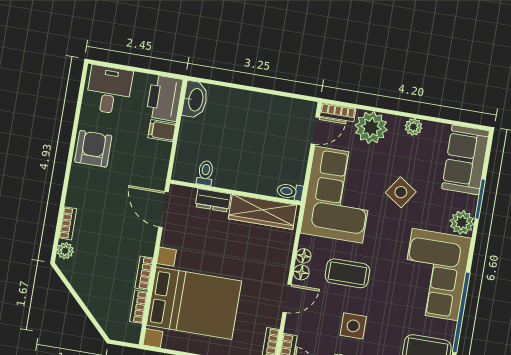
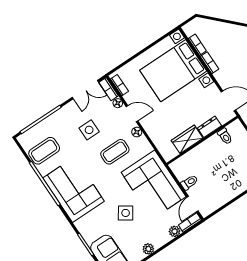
plant: (371, 128) -> (175, 231), width x0.53, depth x0.53
toilet: (290, 192) -> (189, 182), moved
wardrobe: (262, 212) -> (187, 139), width x0.67
plant: (462, 222) -> (84, 226), removed
floor lamp: (304, 256) -> (118, 103), moved
door: (287, 298) -> (132, 114), swing flipped

